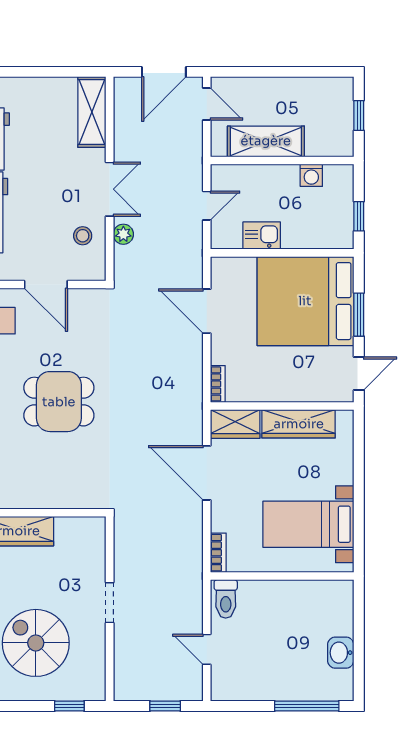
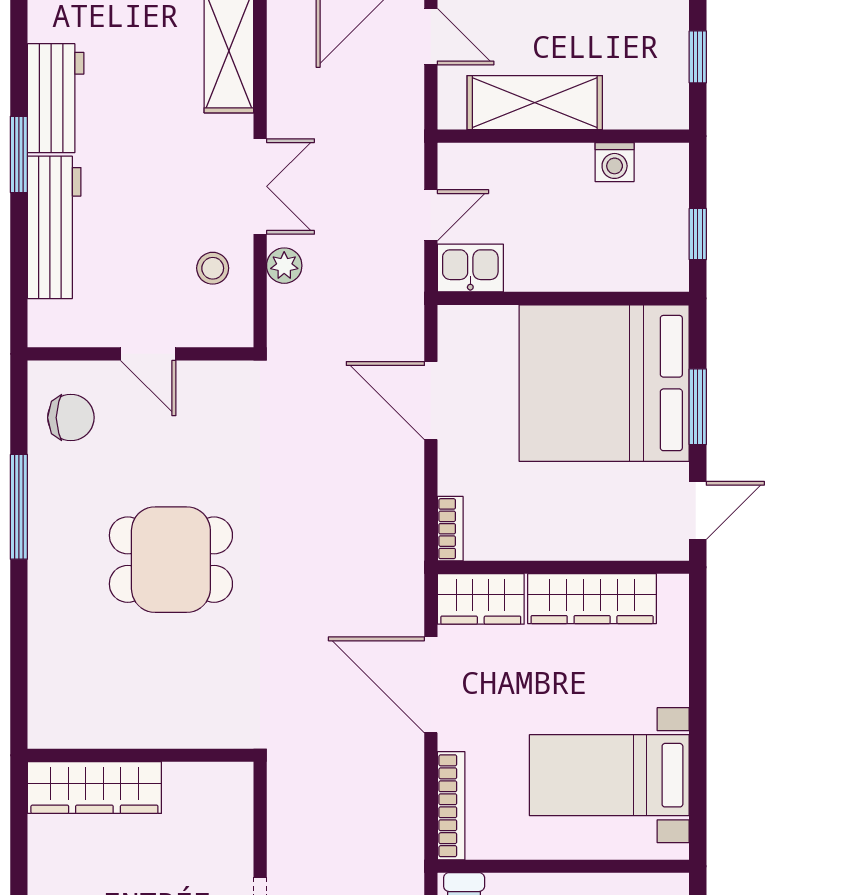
kitchen sink: (262, 236) -> (470, 268), moved
door: (46, 284) -> (148, 354), width x0.73
bookcase: (218, 553) -> (451, 806), width x1.56

